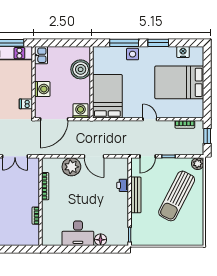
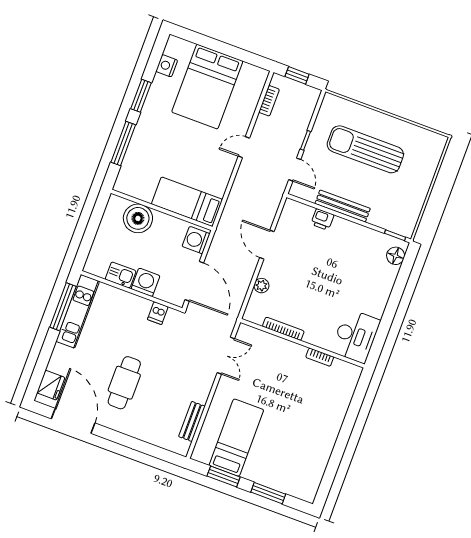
side table: (133, 54) -> (143, 138), removed
kitchen sink: (41, 55) -> (121, 275), moved
bed: (107, 96) -> (187, 202), width x0.67
door: (94, 156) -> (267, 245), swing flipped
plant: (198, 164) -> (331, 103), removed
plant: (71, 167) -> (261, 286), width x0.53, depth x0.53
sun lounger: (177, 196) -> (365, 149), turned 153
desk: (78, 233) -> (356, 336), moved
floor lamp: (101, 240) -> (396, 256), moved

